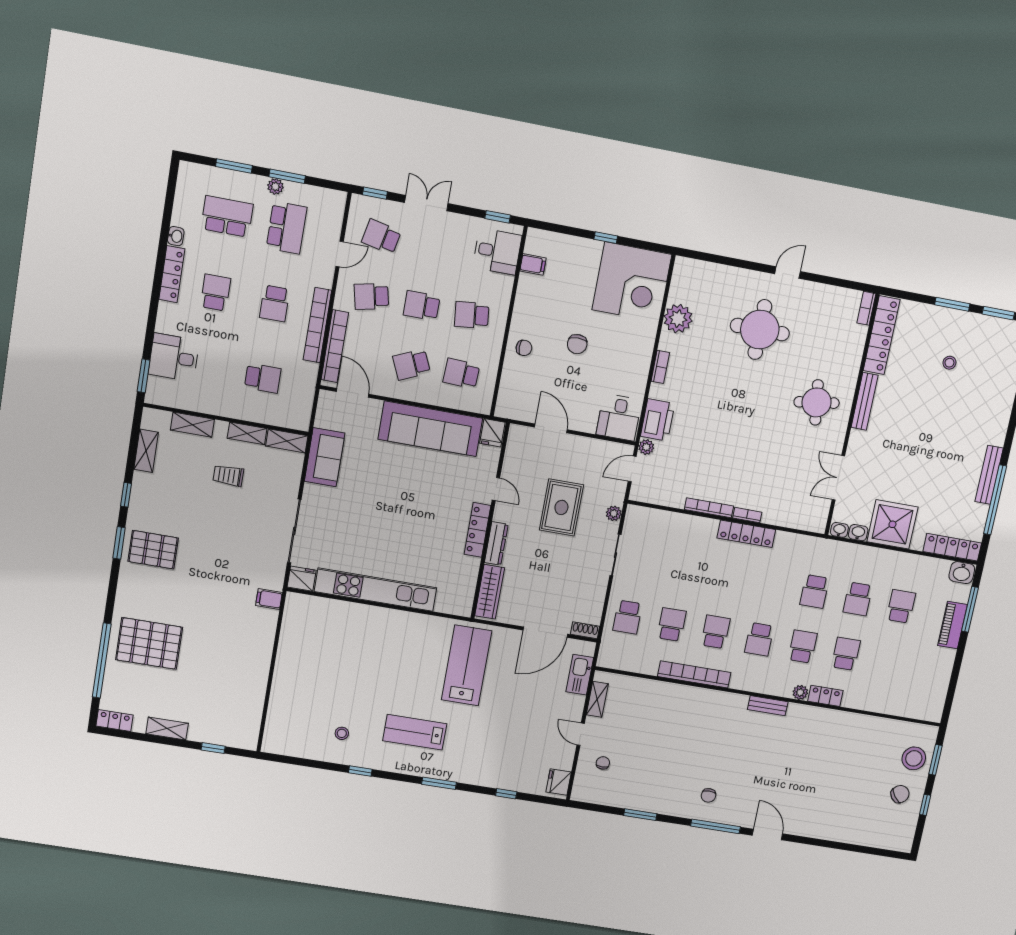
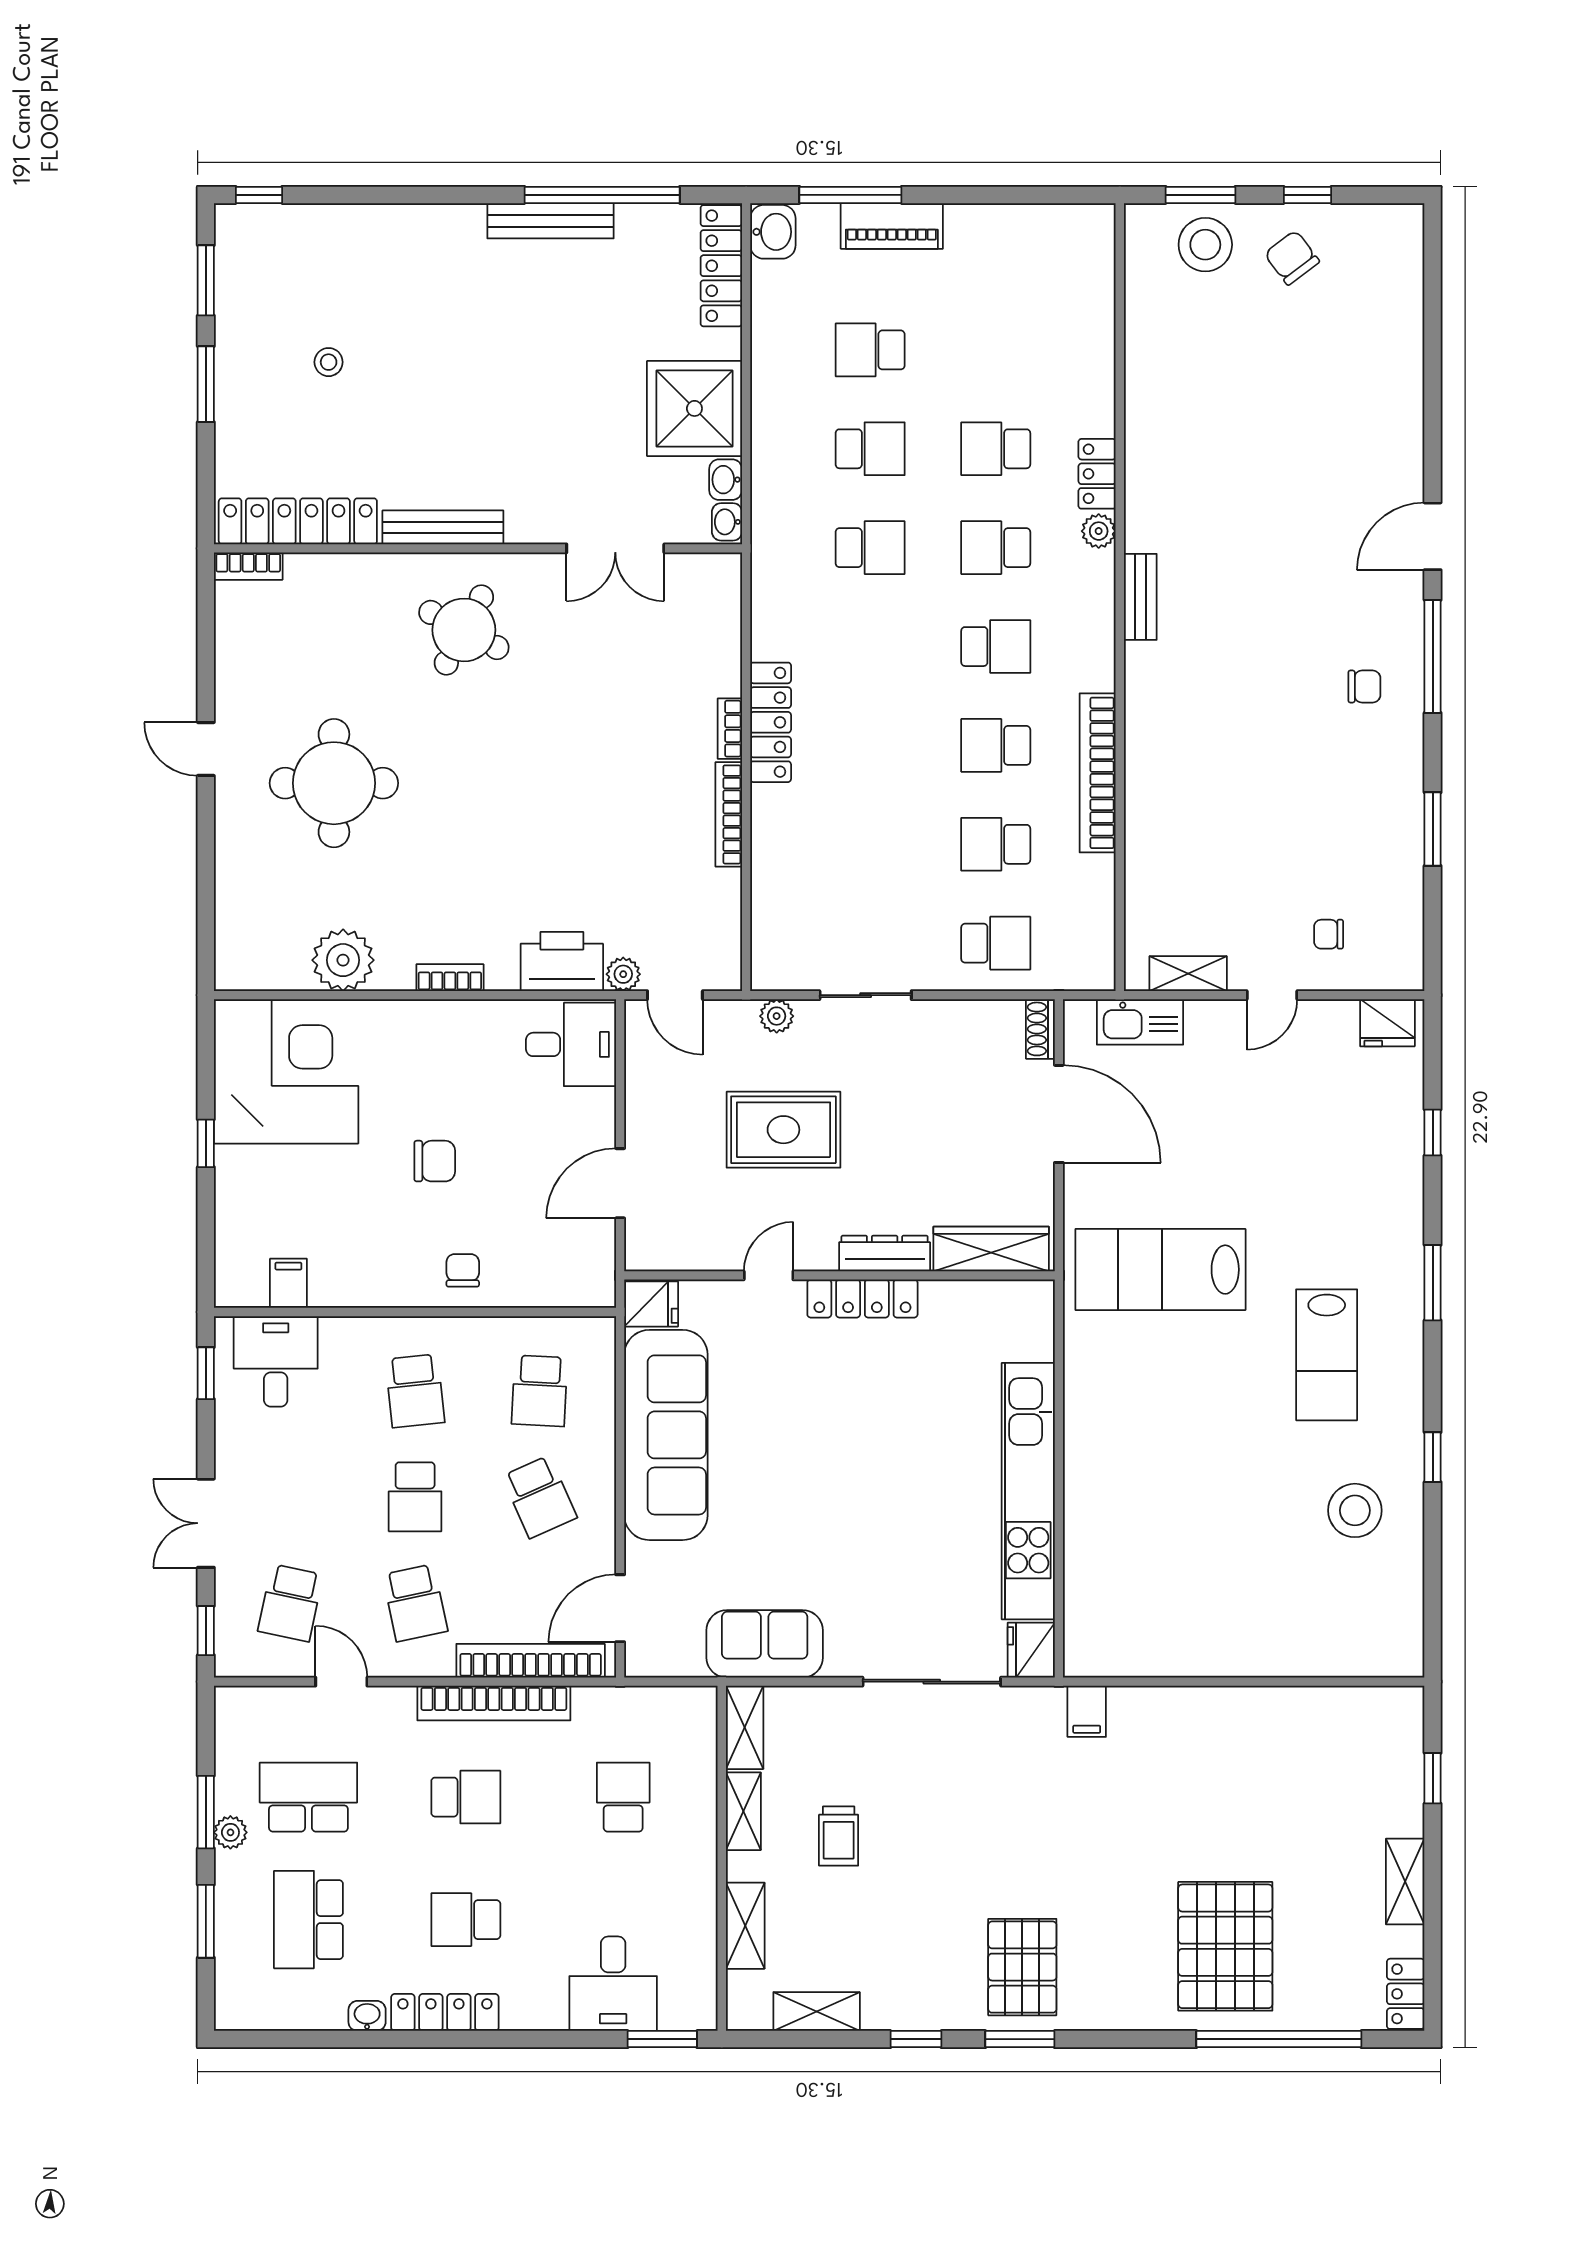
round table: (817, 402) -> (464, 630), turned 36
stool: (342, 733) -> (1355, 1510), width x1.89, depth x1.89

